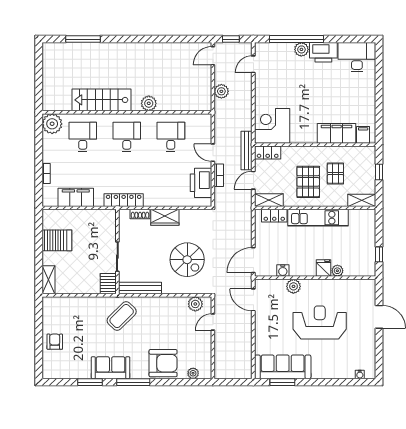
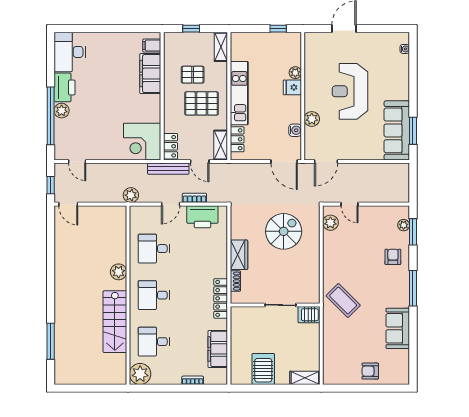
plant: (221, 91) -> (131, 195), moved
bench: (140, 288) -> (314, 281), removed
armchair: (163, 363) -> (393, 257), width x0.53, depth x0.53
sofa: (111, 368) -> (398, 328), moved
window: (90, 382) -> (413, 232), moved

